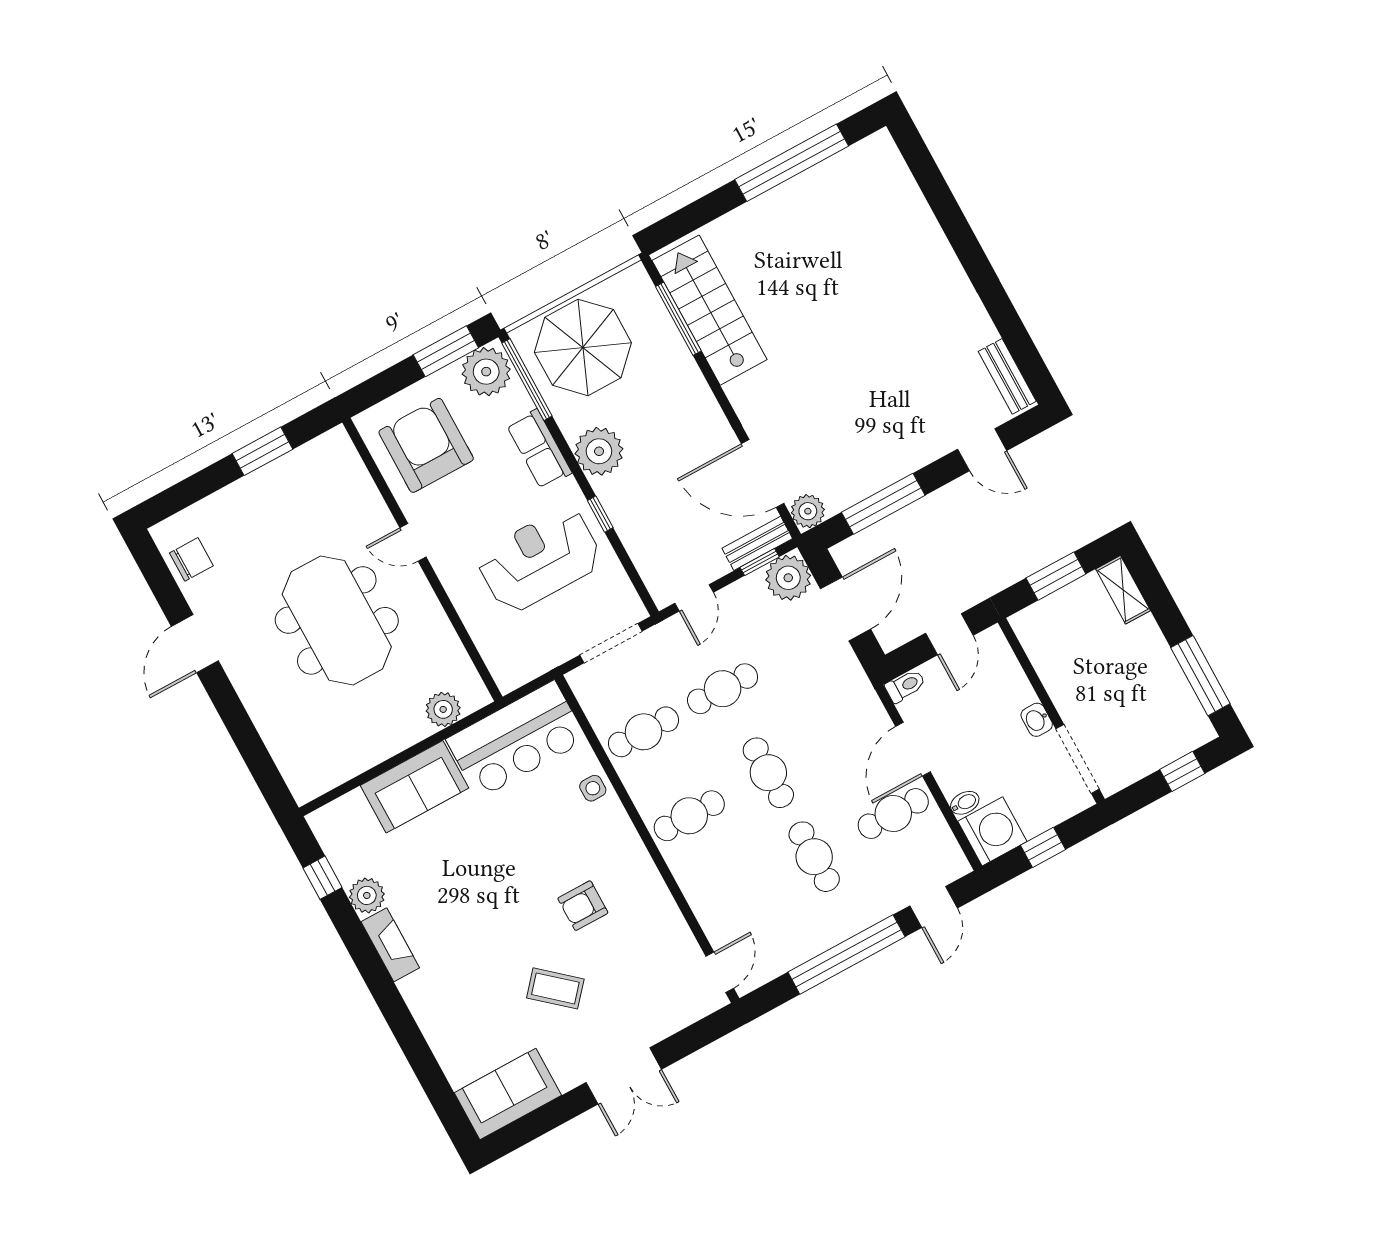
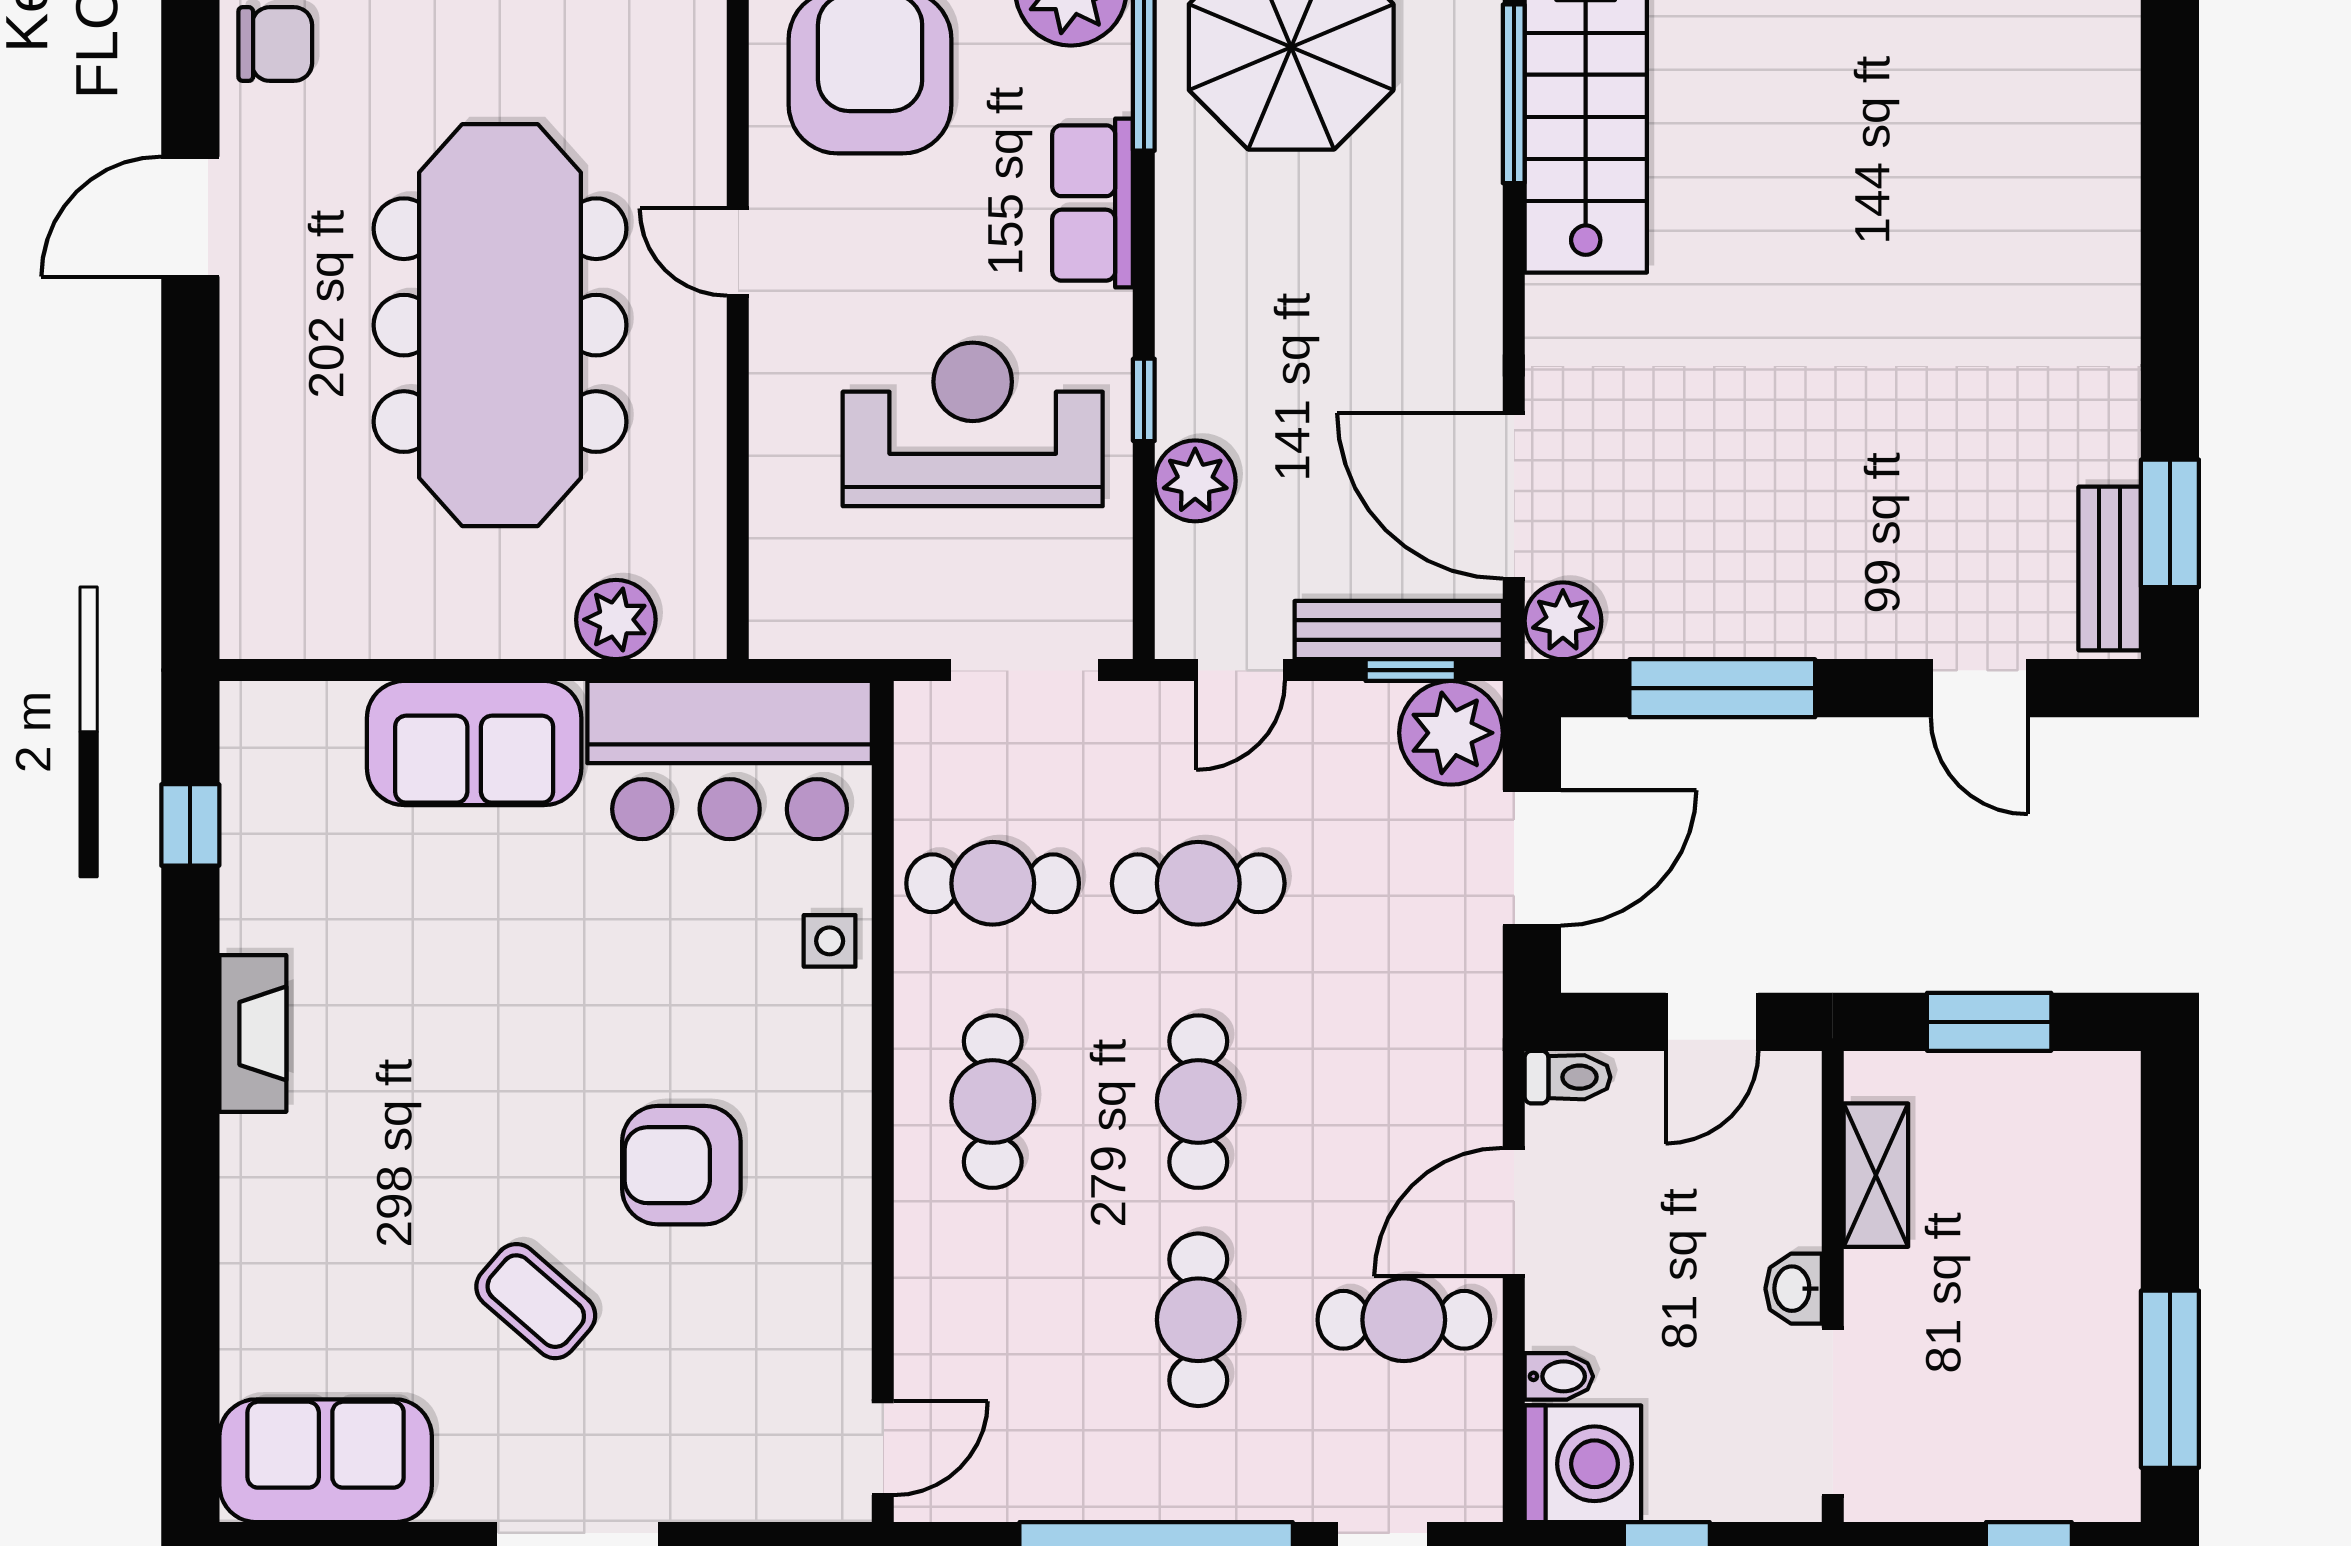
window: (1021, 346) -> (2170, 523), added
plant: (599, 451) -> (1195, 481), moved, width x0.73, depth x0.73
bench: (757, 543) -> (1399, 630), width x1.36
shelving: (1123, 590) -> (1876, 1175), moved
meeting table: (337, 620) -> (500, 325), width x1.36
cafe table: (689, 816) -> (993, 1102), turned 90
plant: (367, 895) -> (260, 909), removed
armchair: (583, 906) -> (681, 1165), width x1.38, depth x1.38

